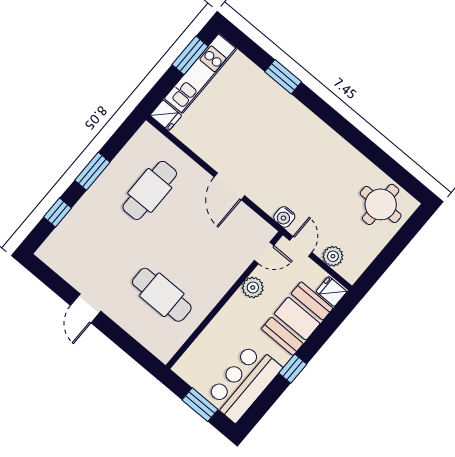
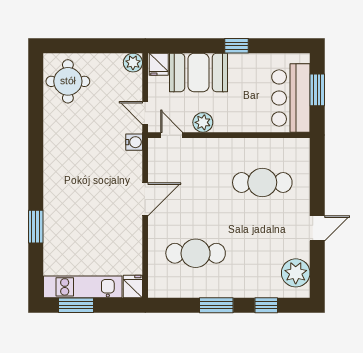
door: (301, 246) -> (145, 113), hinge flipped
plant: (333, 256) -> (133, 63), moved
plant: (64, 259) -> (296, 273), added
cafe table: (162, 295) -> (262, 182), turned 90
bar counter: (244, 383) -> (291, 98), moved, turned 90

